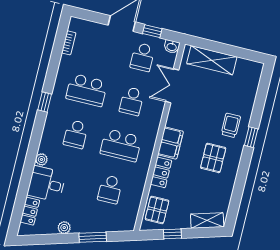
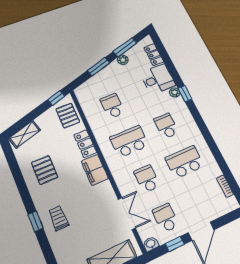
window: (45, 102) -> (185, 94), moved
trolley: (231, 125) -> (59, 218), turned 180
pallet: (213, 158) -> (45, 170), moved
window: (172, 234) -> (56, 98), moved
window: (52, 239) -> (125, 47), added

